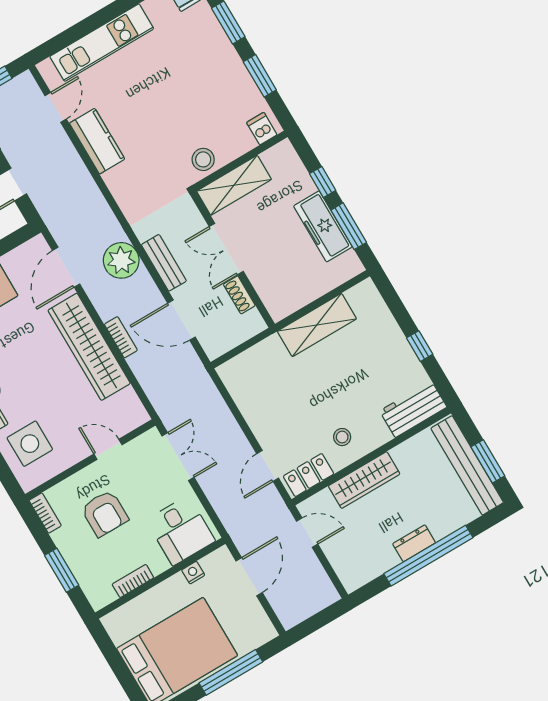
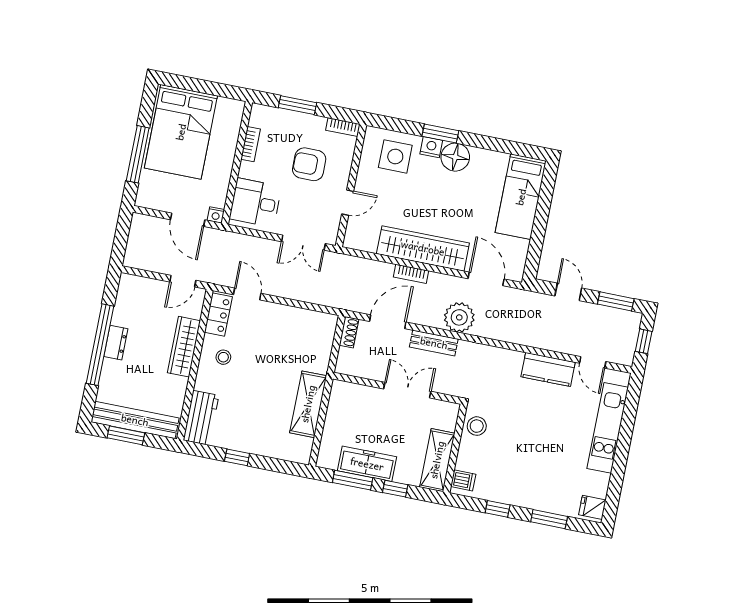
window: (260, 76) -> (498, 509), width x0.67
shelving: (234, 185) -> (437, 460), moved
shoe rack: (239, 295) -> (349, 332), moved, turned 90
nightstand: (193, 573) -> (216, 215), moved, turned 90

